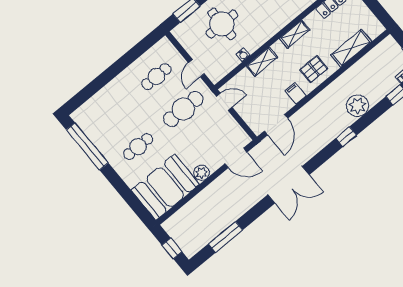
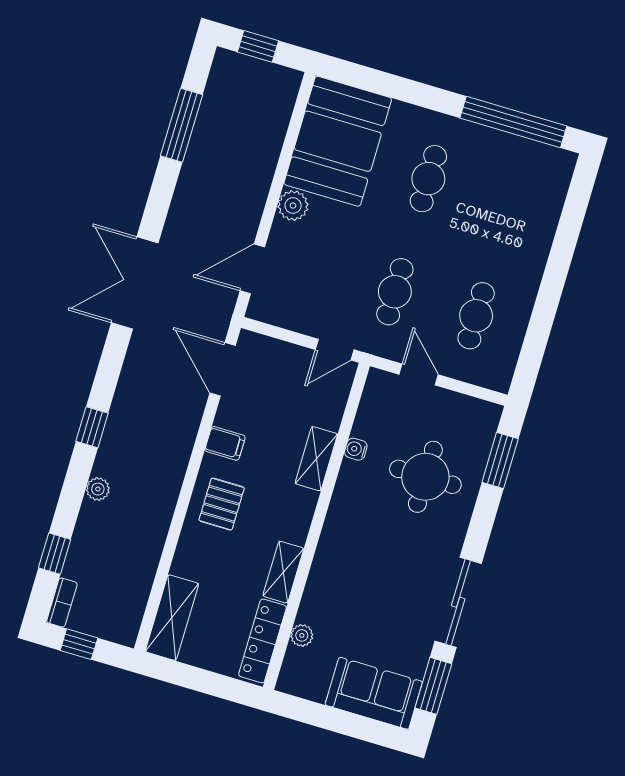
shelving: (295, 34) -> (283, 572), moved
shelving: (351, 48) -> (172, 618), moved
plant: (358, 106) -> (98, 489), width x0.53, depth x0.53
cafe table: (183, 109) -> (395, 292), width x0.73, depth x0.74

